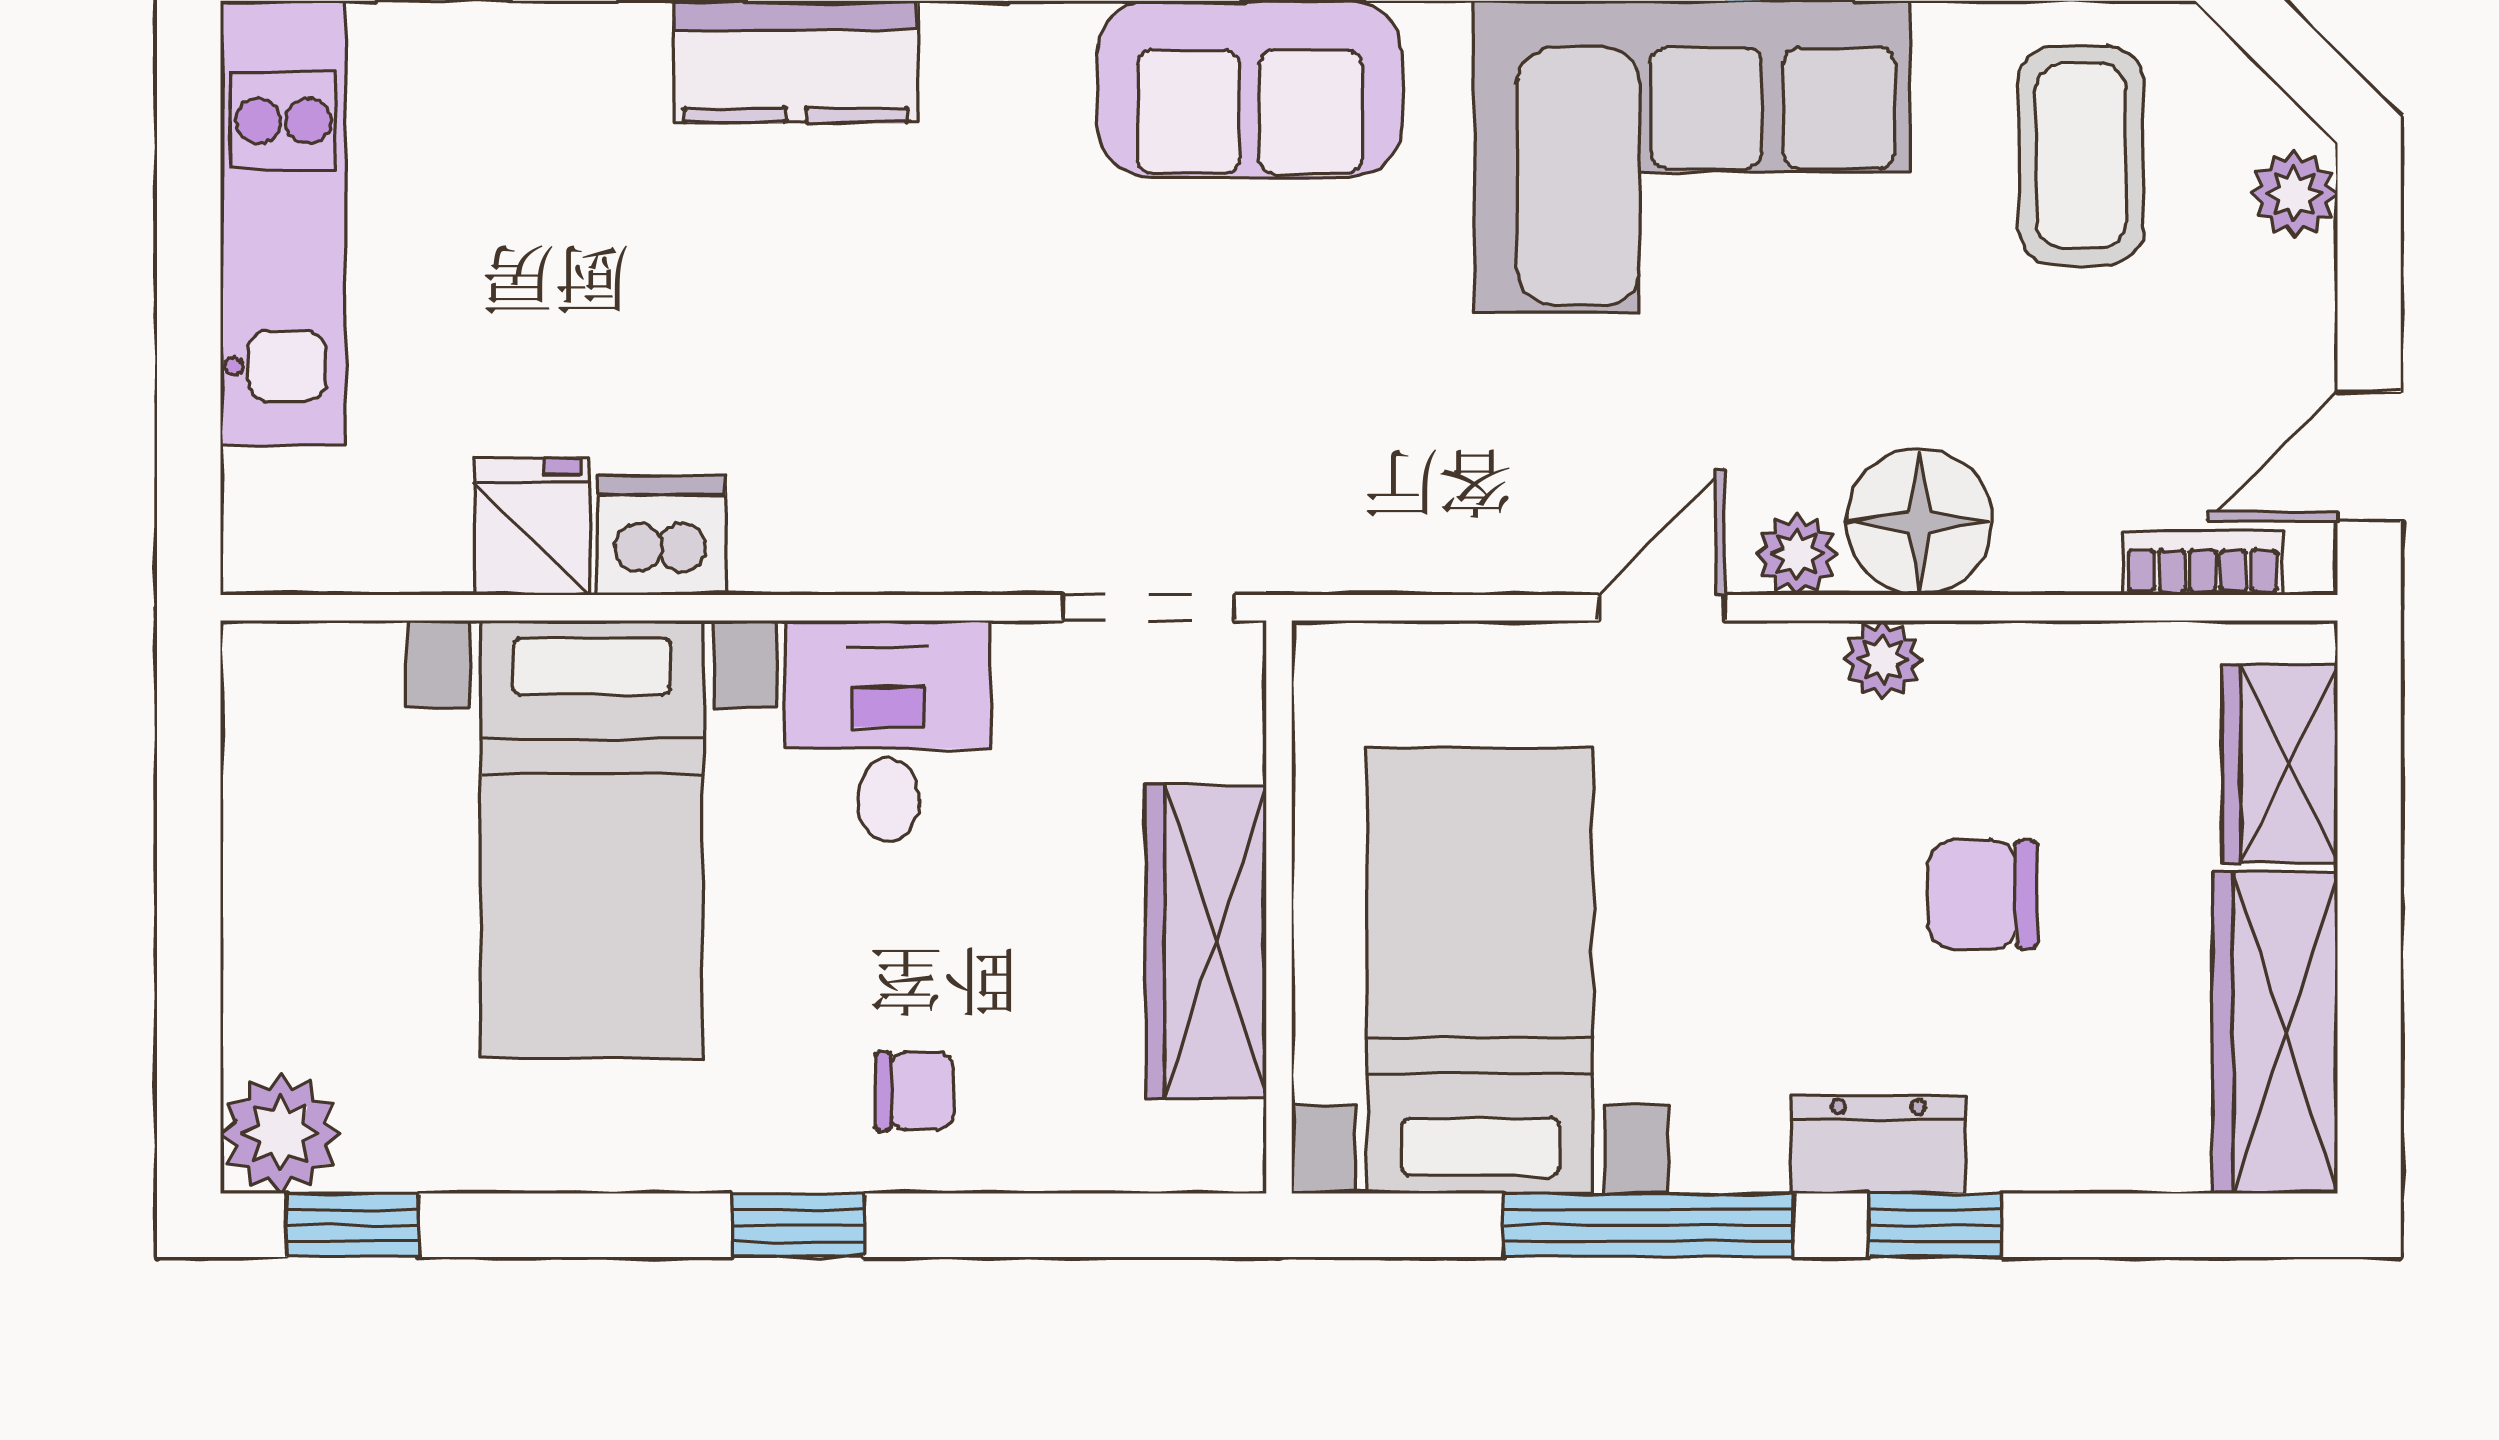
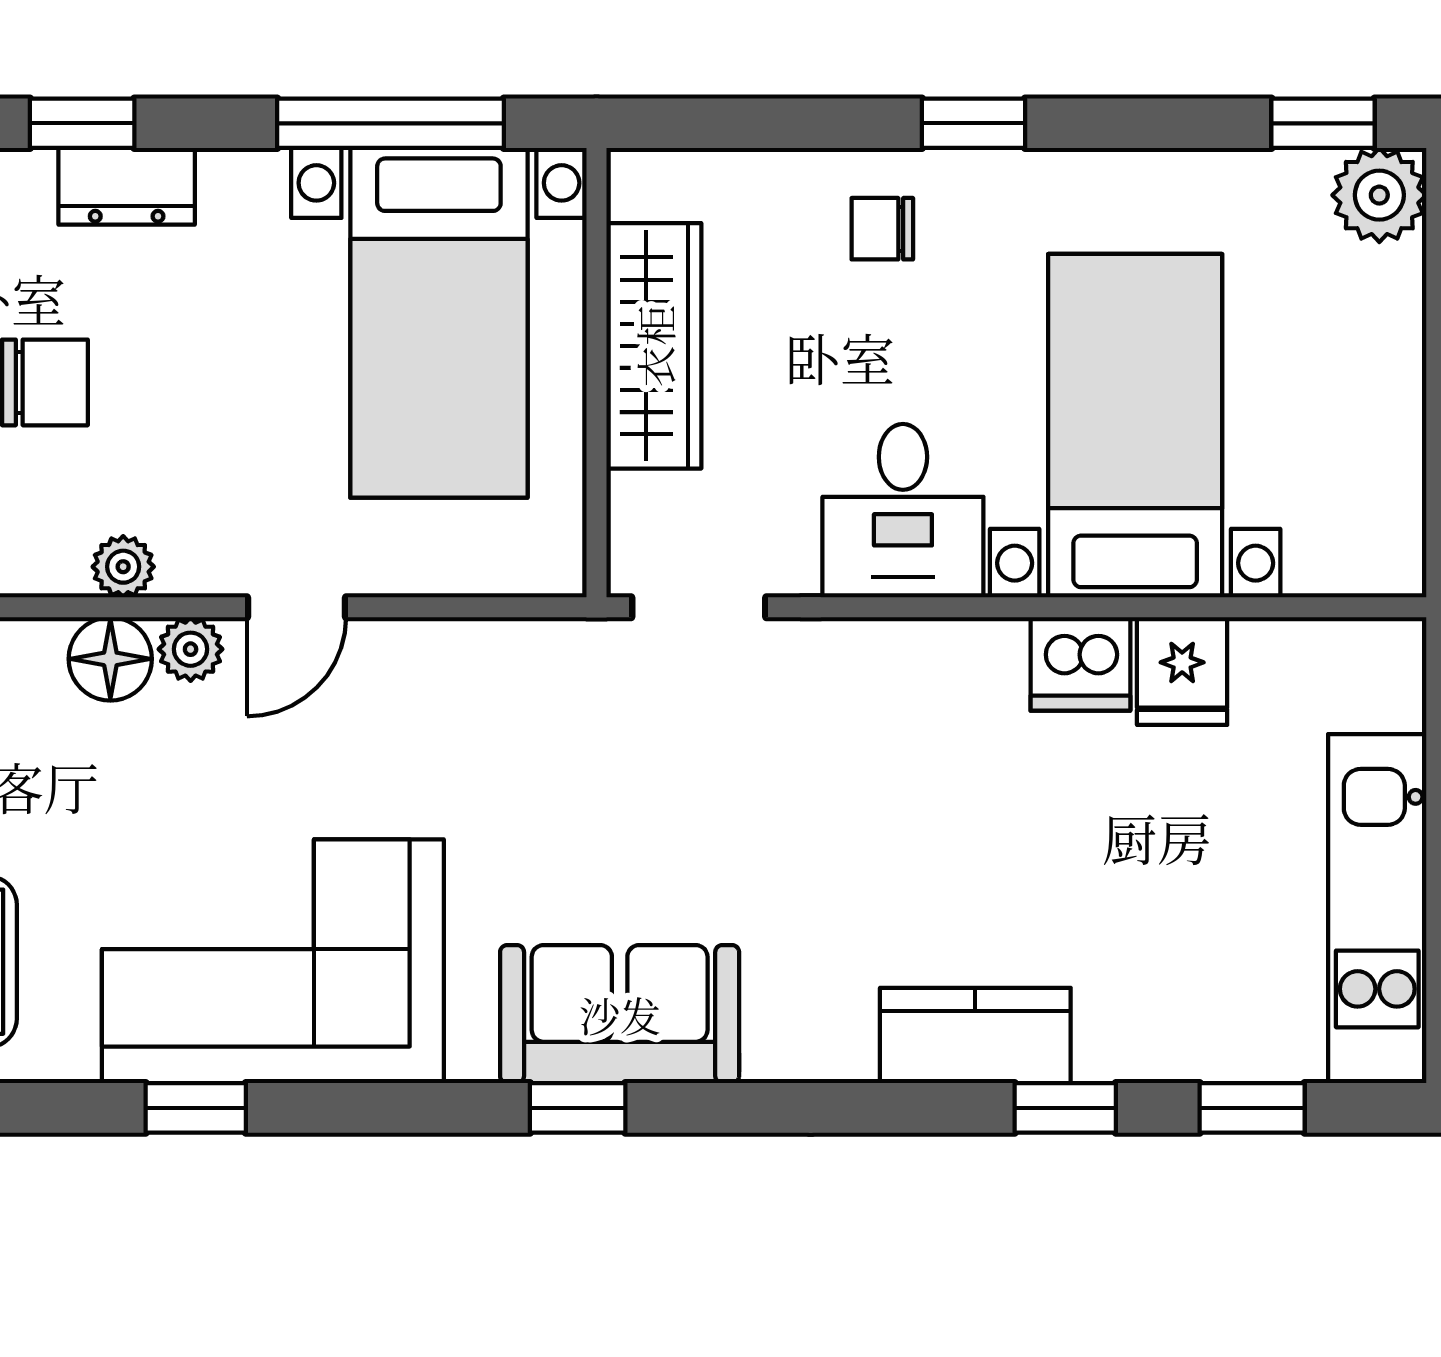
floor lamp: (1919, 522) -> (110, 659), width x0.73, depth x0.73
window: (1648, 1225) -> (391, 123), moved

